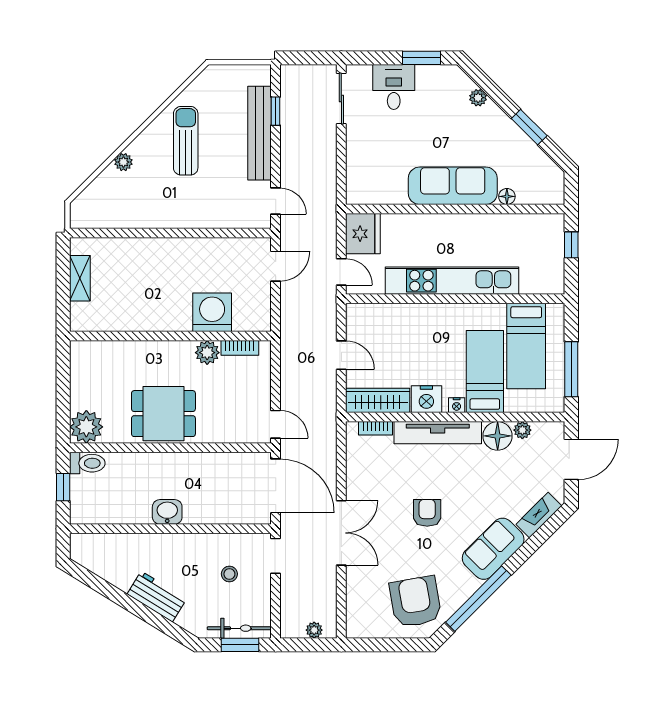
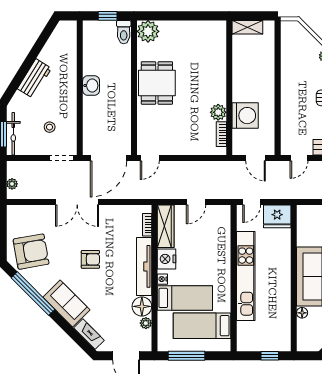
washing machine: (212, 312) -> (245, 116), moved
wall: (170, 336) -> (229, 88), moved
bookcase: (240, 348) -> (221, 134), moved
plant: (207, 353) -> (218, 112), moved

